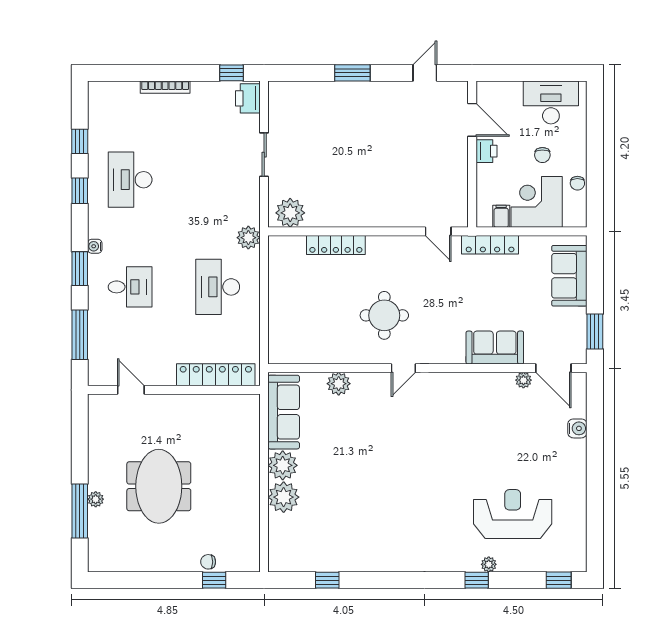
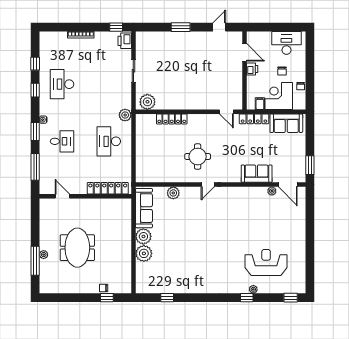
sofa: (569, 276) -> (286, 123), moved, turned -90
water cooler: (577, 428) -> (301, 217), removed

